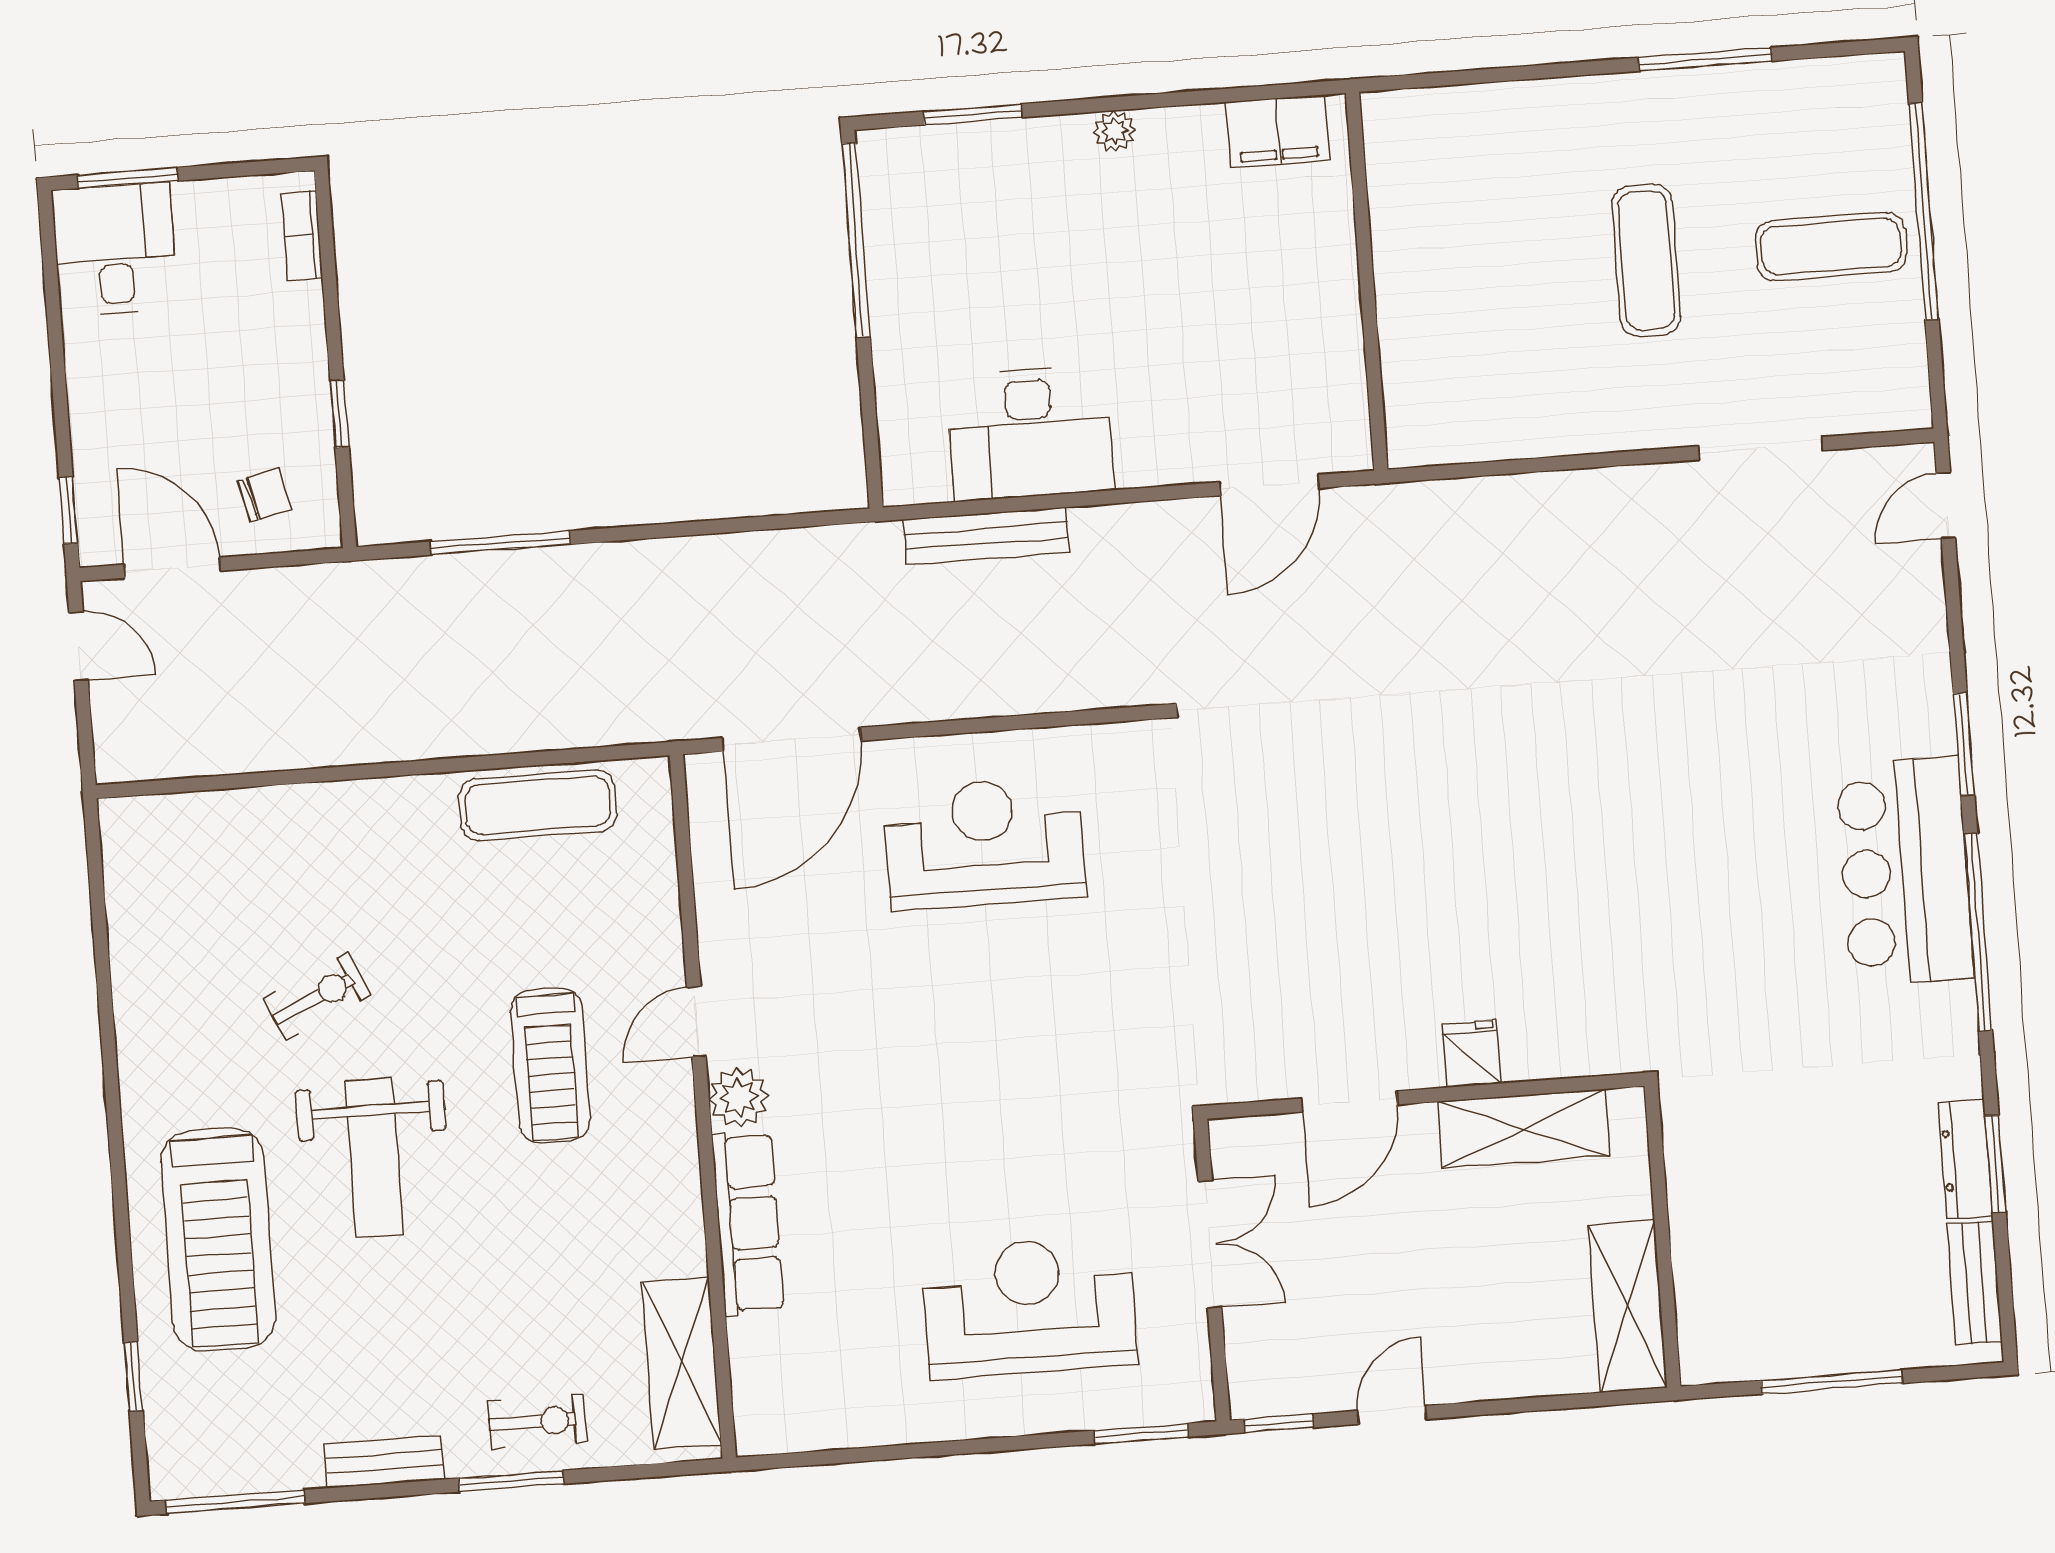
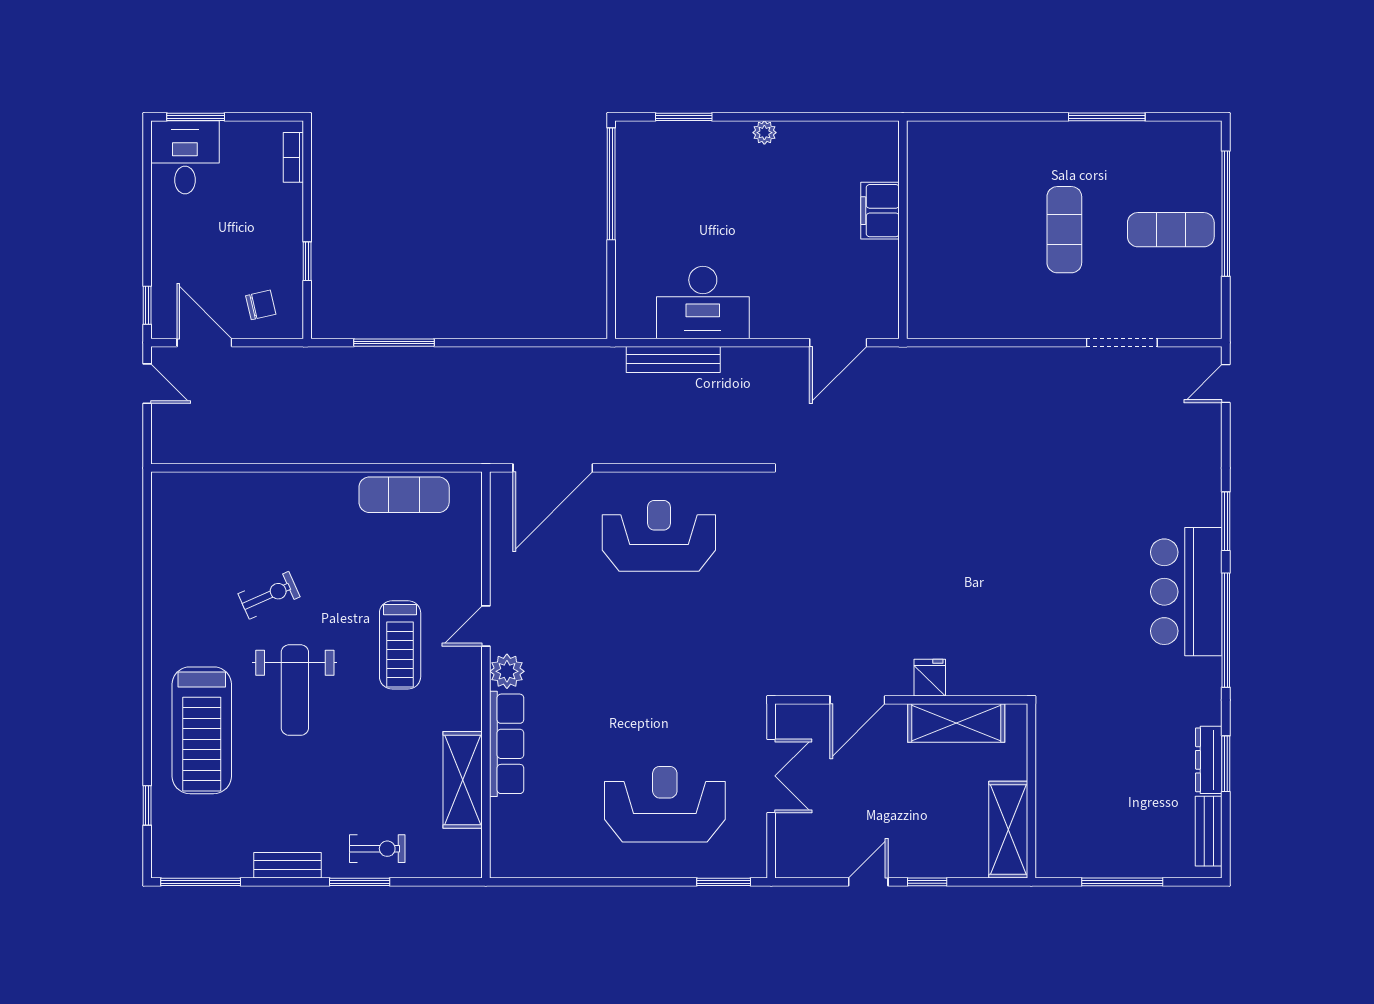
filing cabinet: (1278, 131) -> (880, 211), moved, turned 90
shelving: (682, 1363) -> (463, 780), moved
window: (1279, 1423) -> (927, 882), moved

